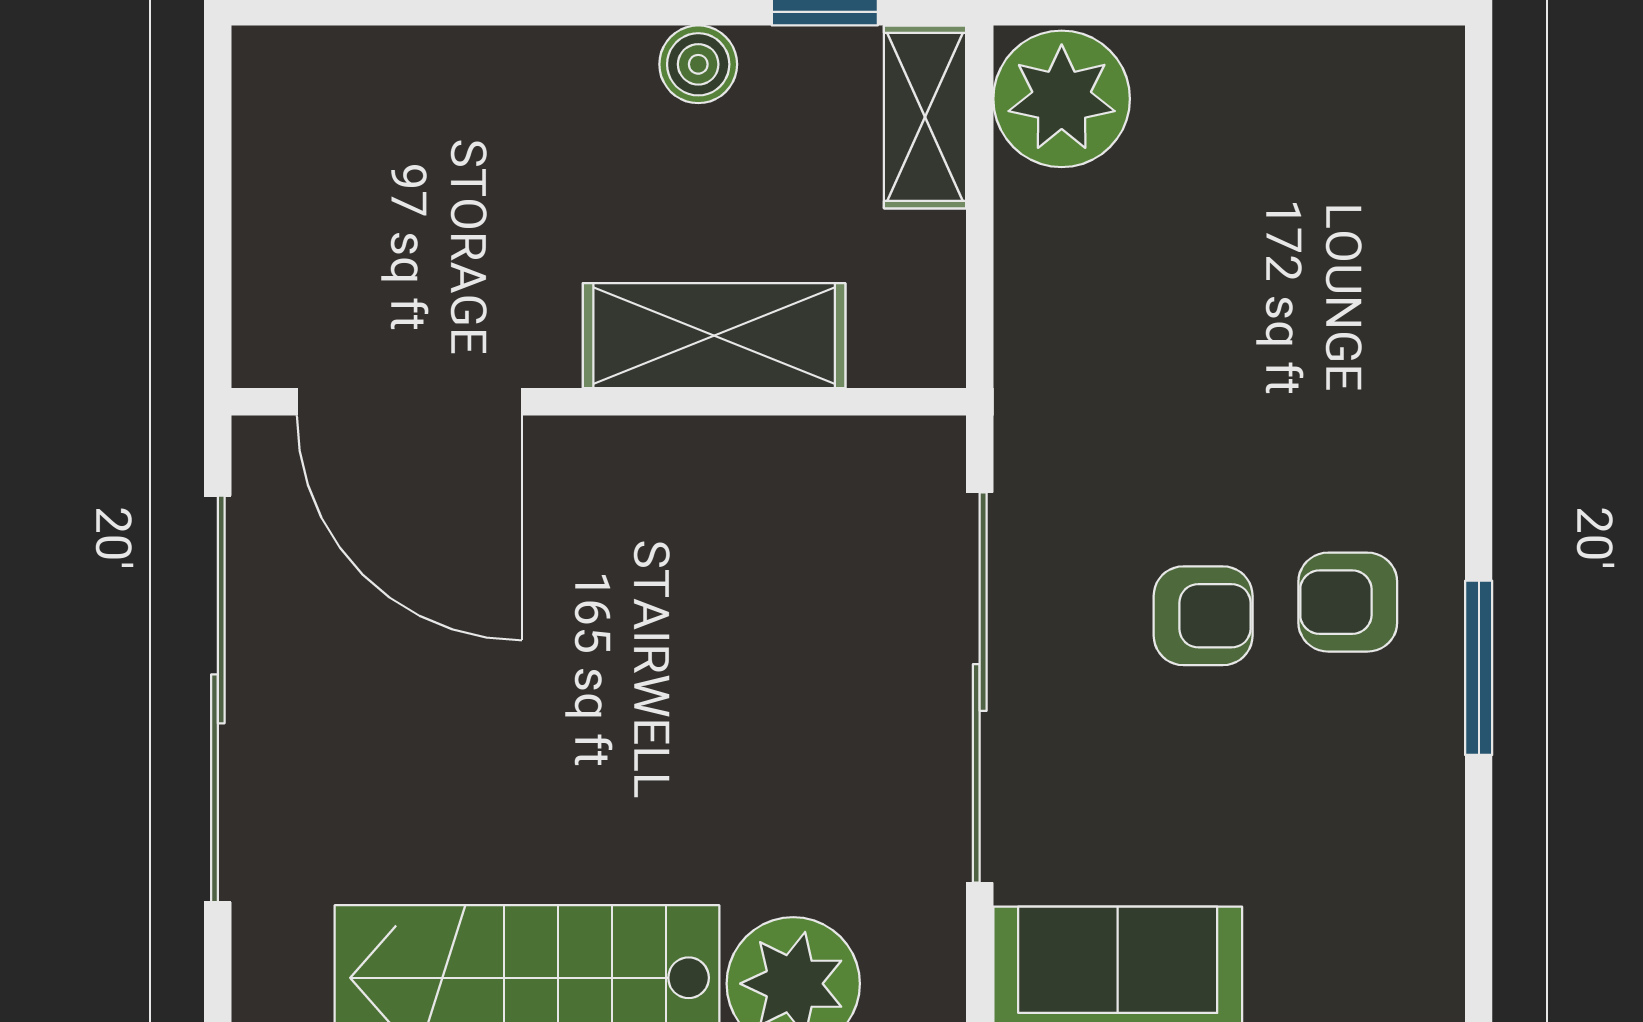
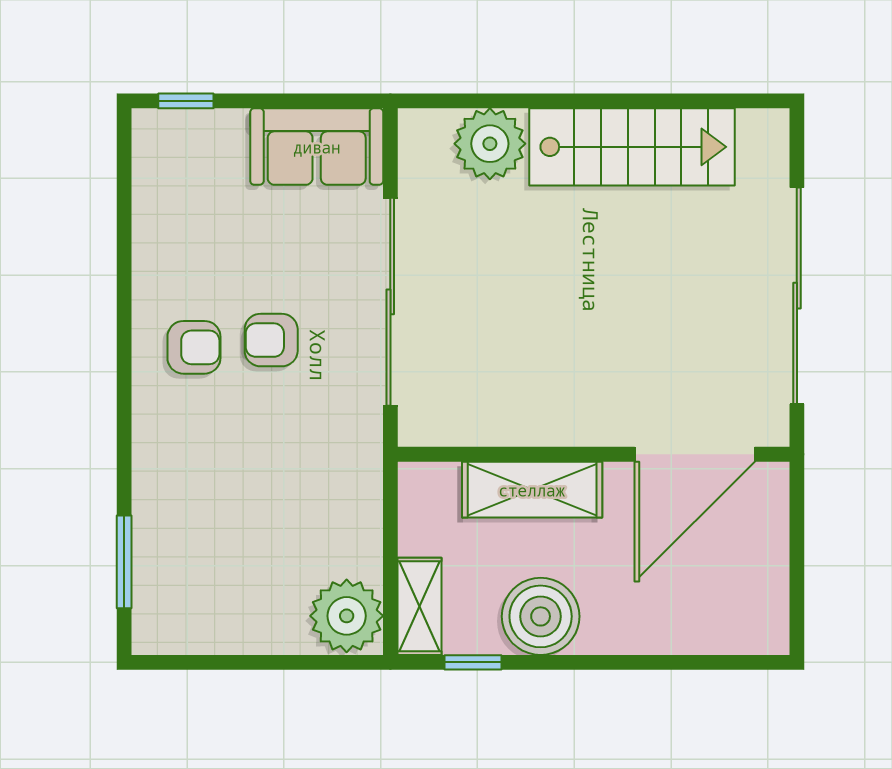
boiler: (698, 64) -> (541, 616), width x1.86, depth x1.86
door: (409, 402) -> (695, 454), swing flipped
window: (1479, 668) -> (124, 562), moved

